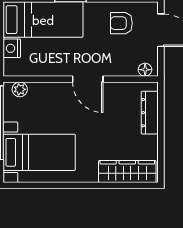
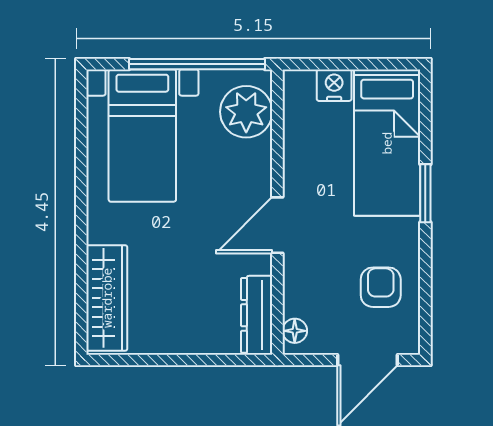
plant: (20, 89) -> (246, 112), width x1.87, depth x1.87
dresser: (150, 113) -> (257, 315), moved, turned -90

